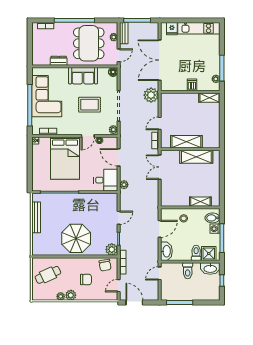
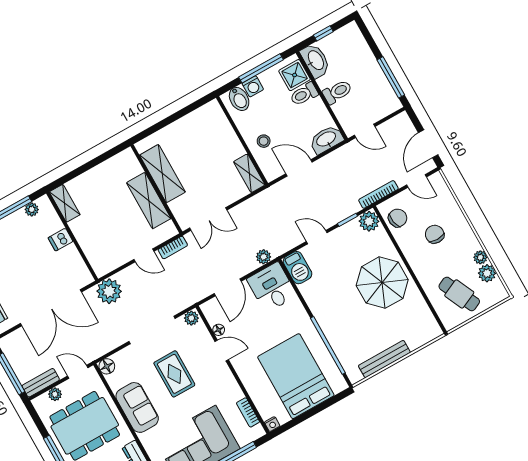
bed: (65, 158) -> (296, 376), moved, turned -90
barbecue: (109, 199) -> (298, 268), added
shelving: (200, 202) -> (249, 173), moved
plant: (71, 295) -> (487, 273), moved

